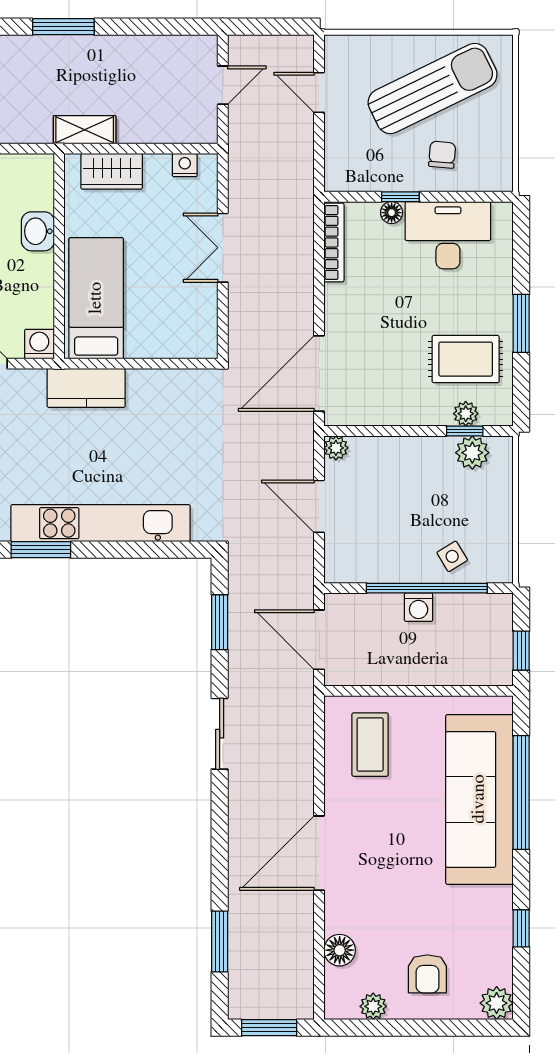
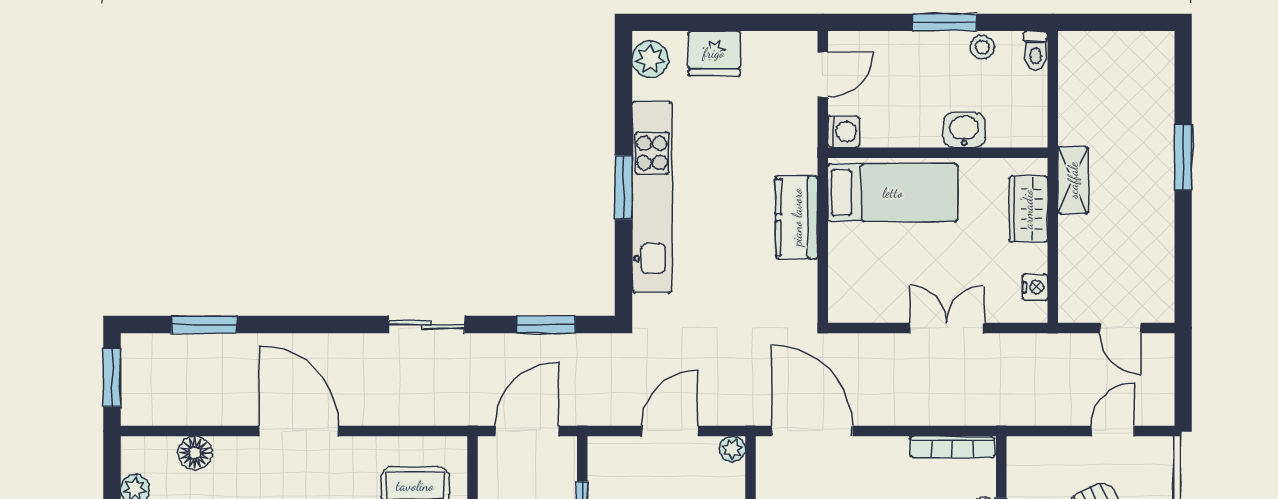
kitchen counter: (86, 388) -> (797, 217), moved
window: (41, 550) -> (624, 187), moved

